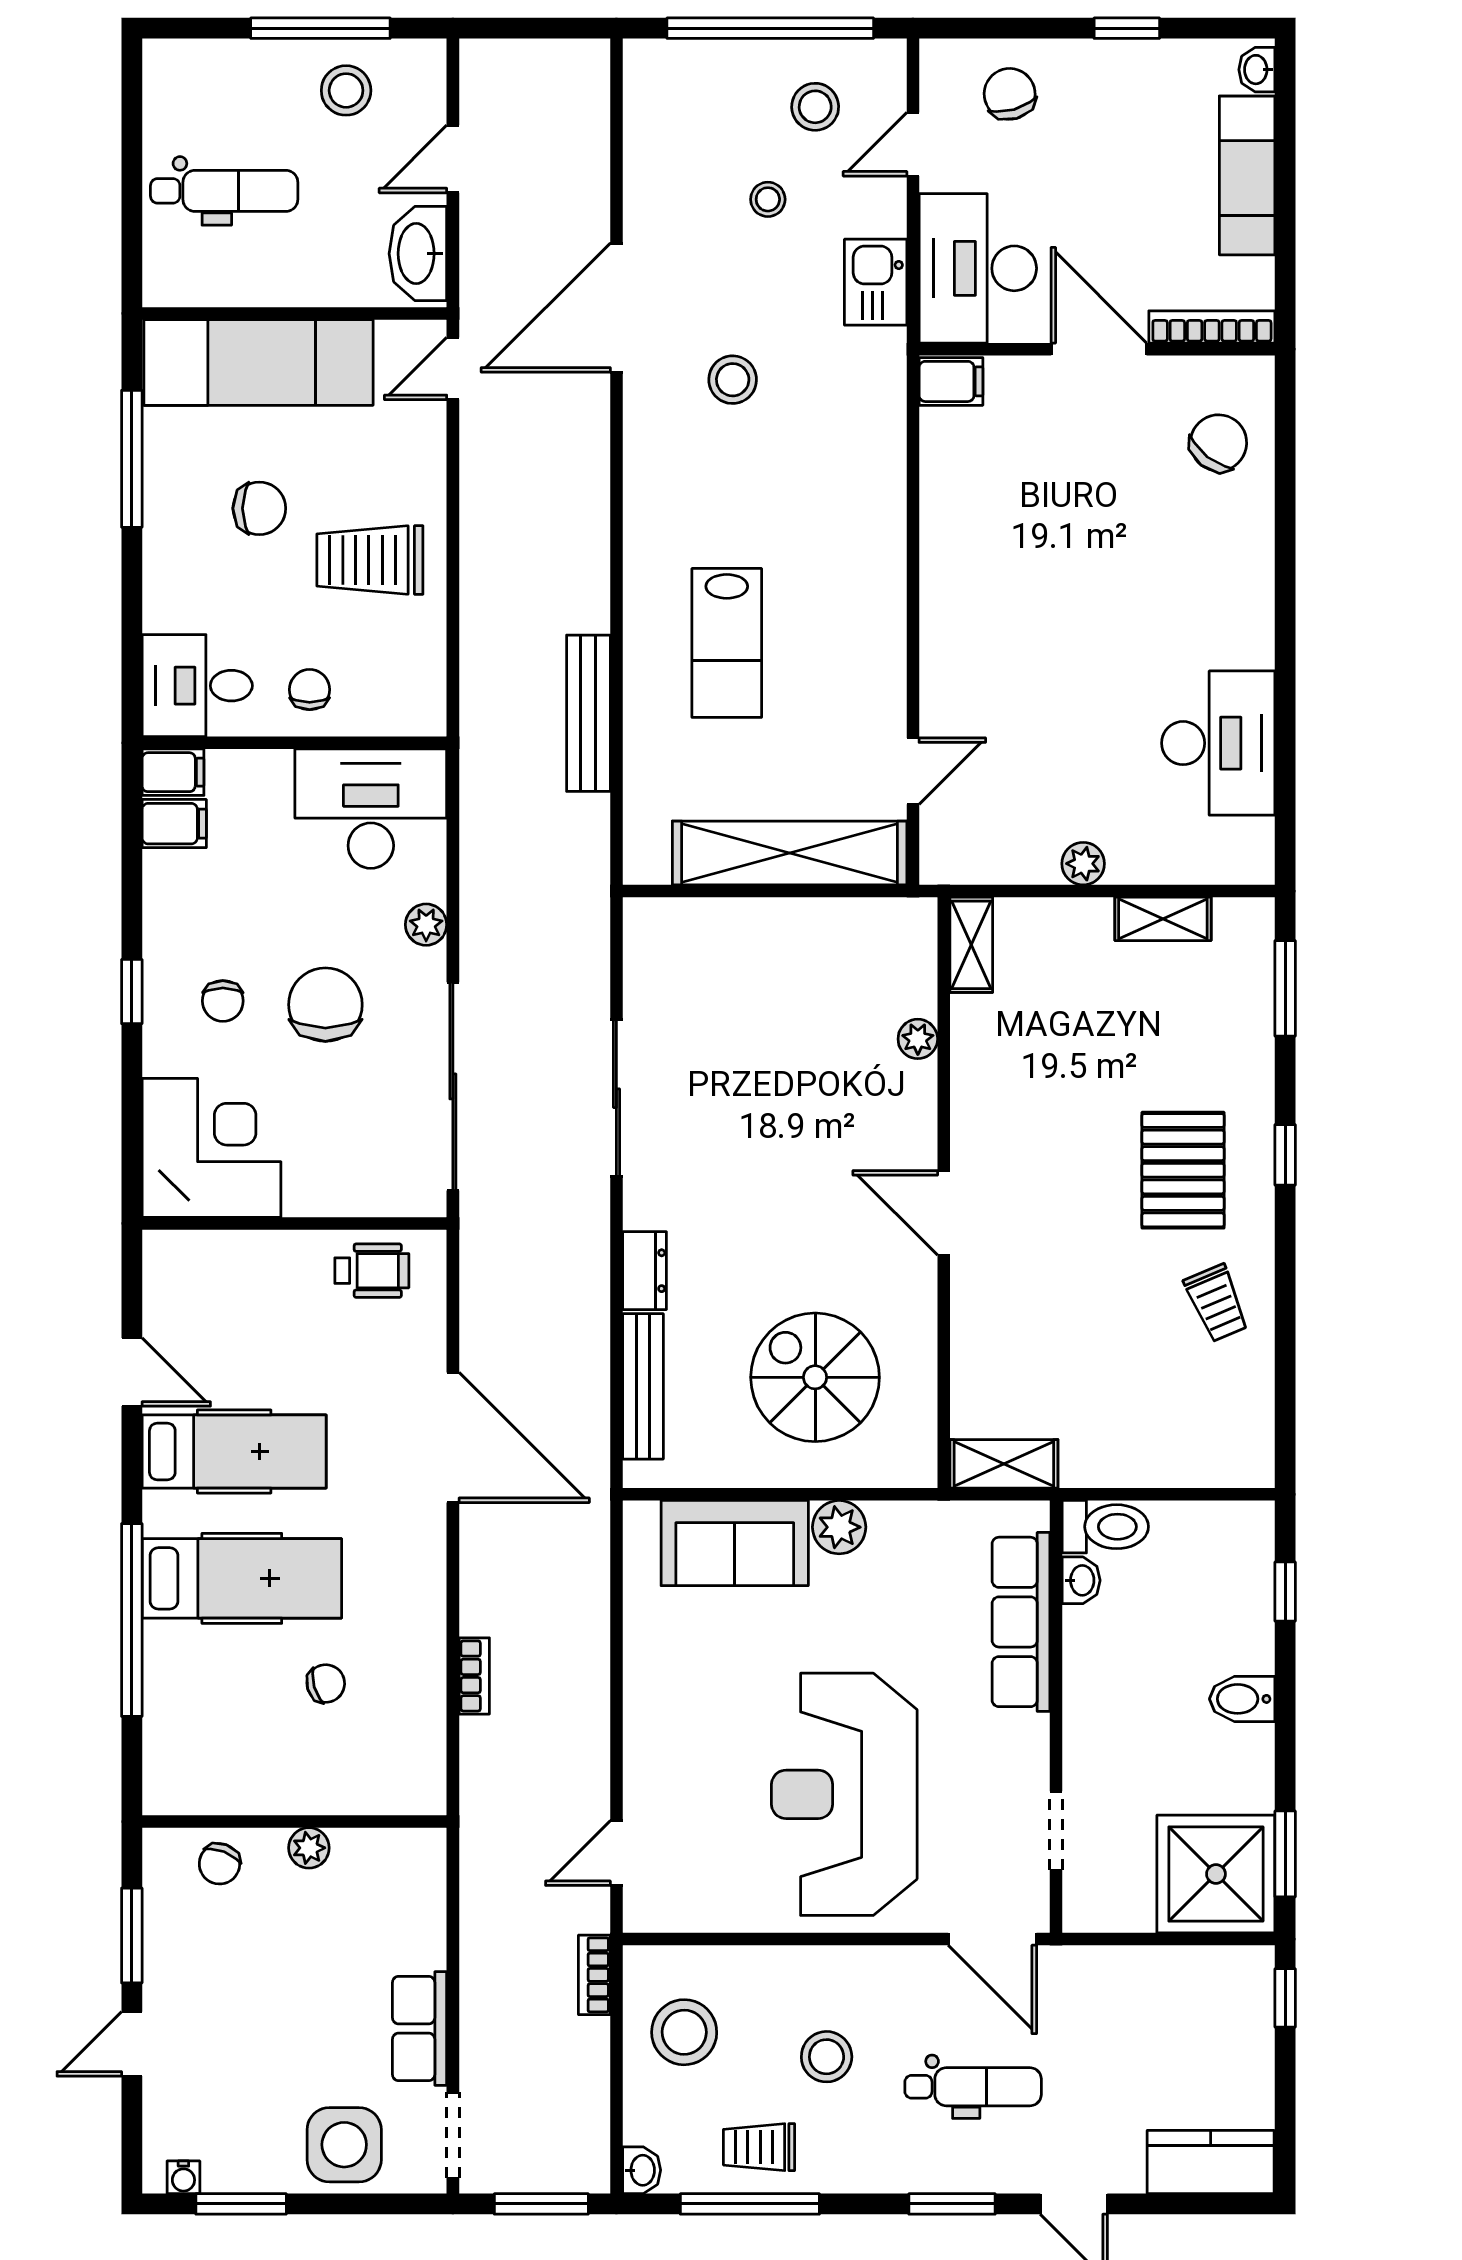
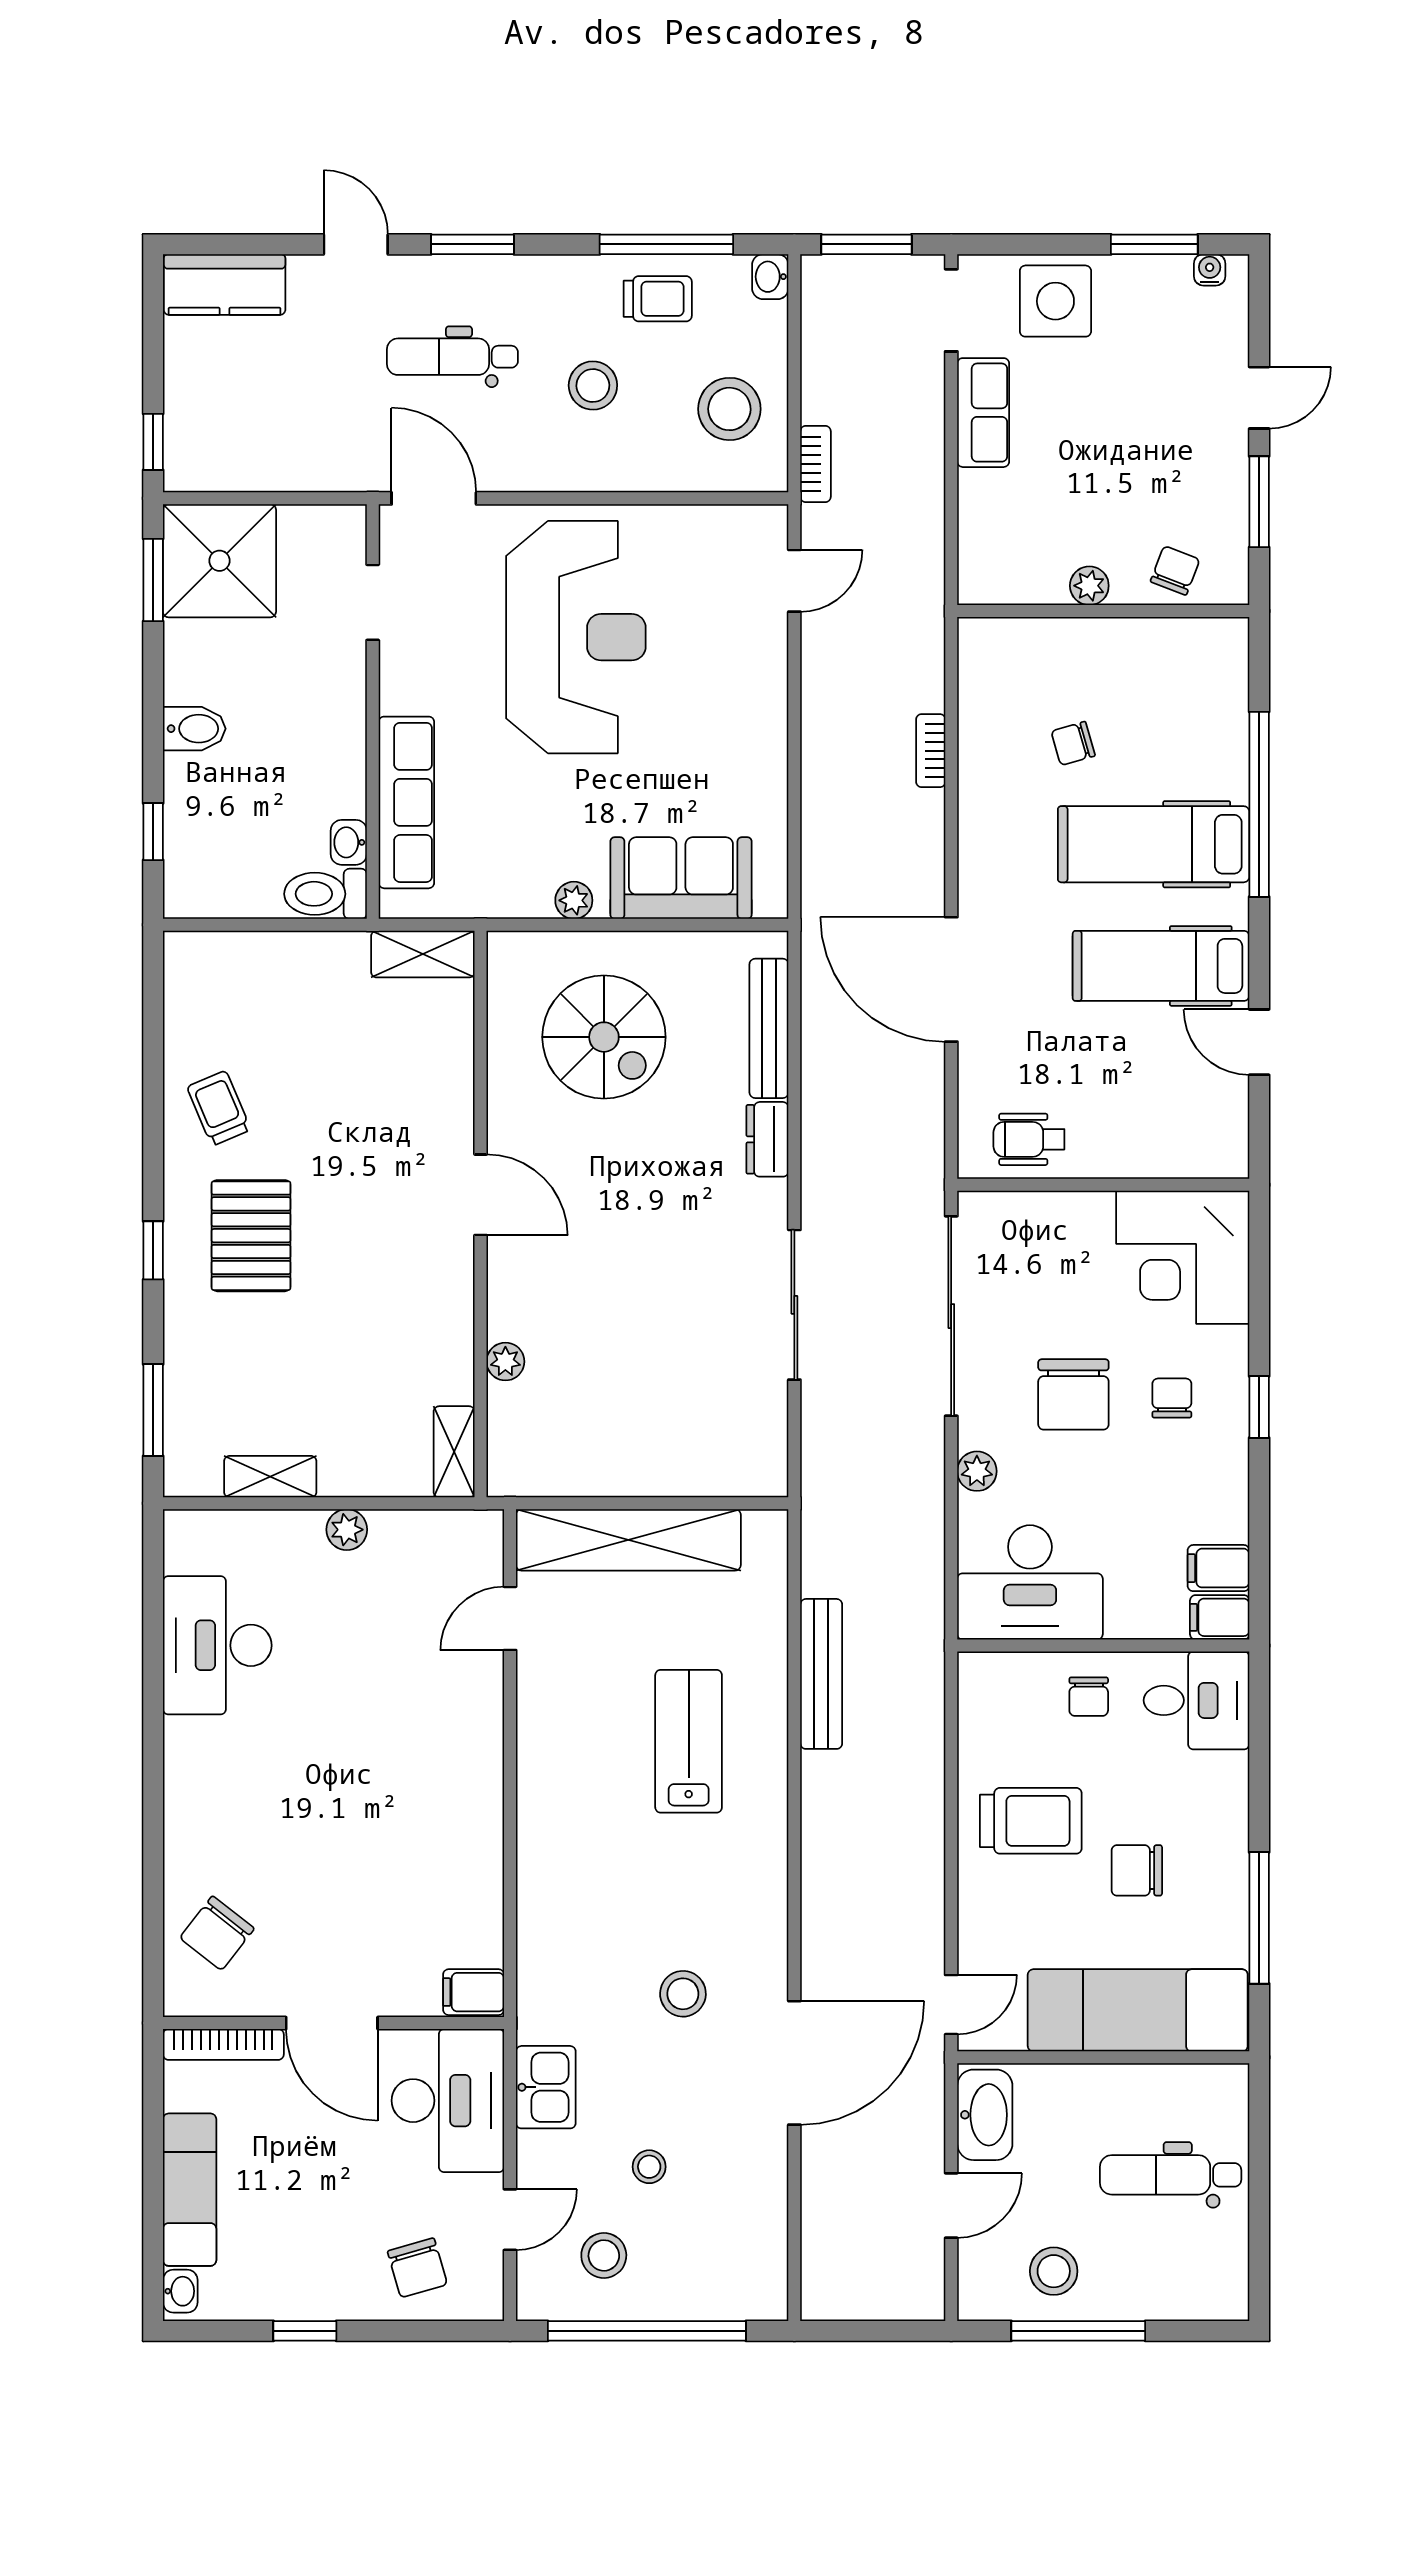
plant: (839, 1527) -> (574, 900), width x0.73, depth x0.73

